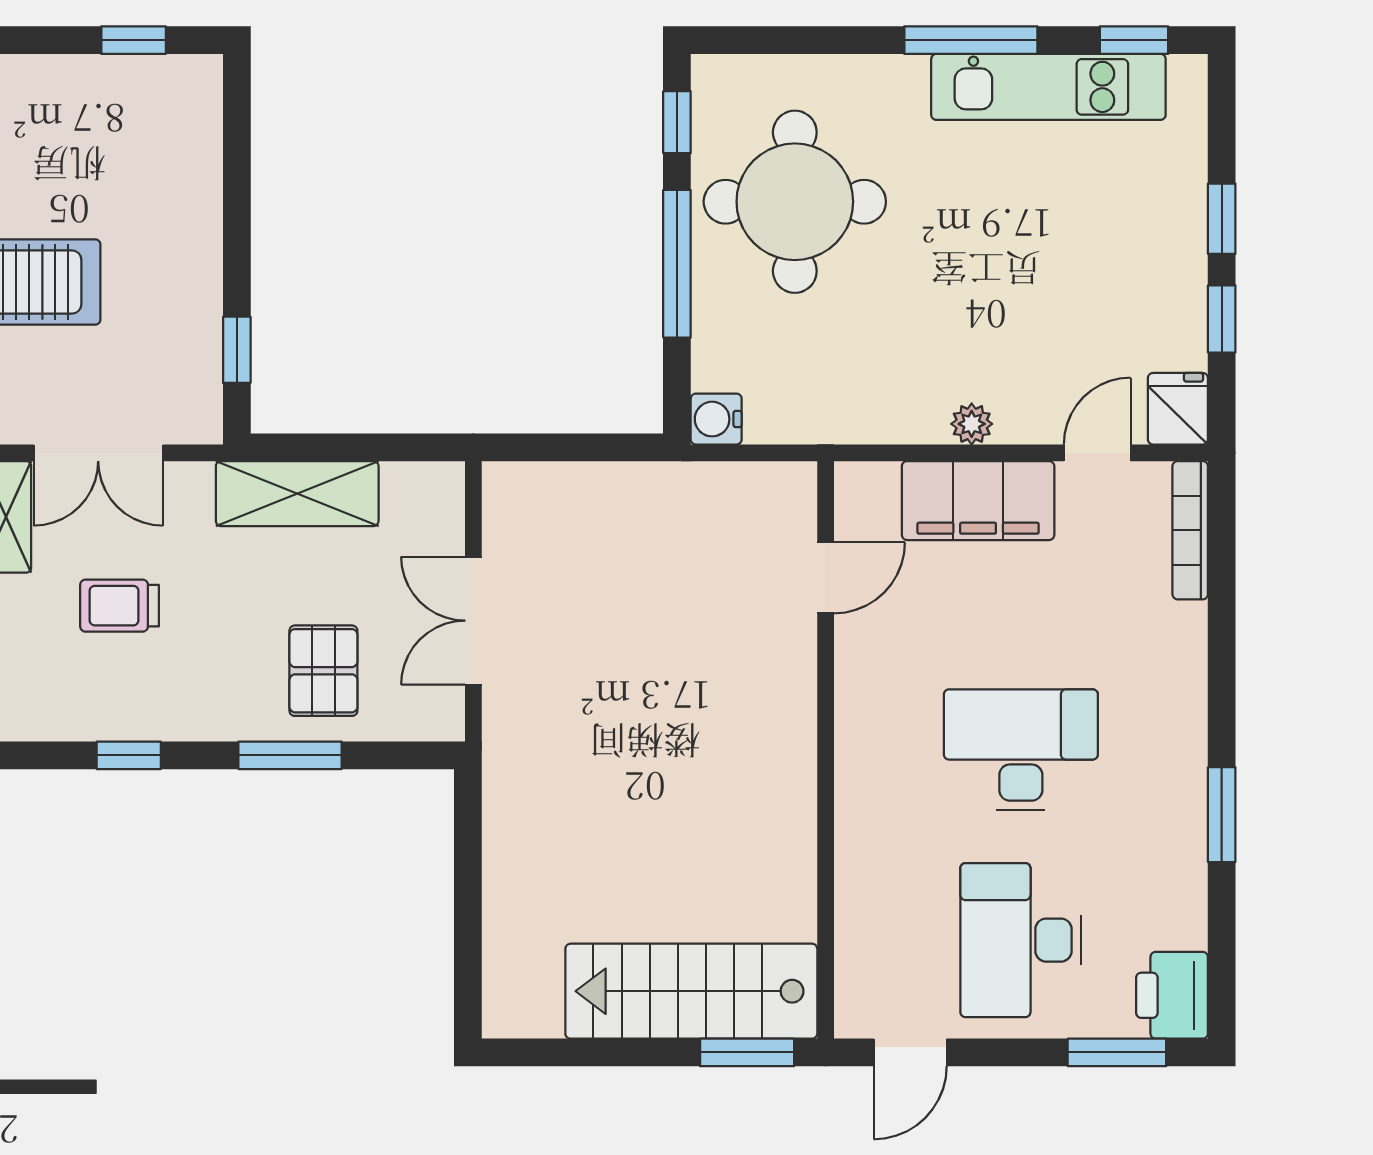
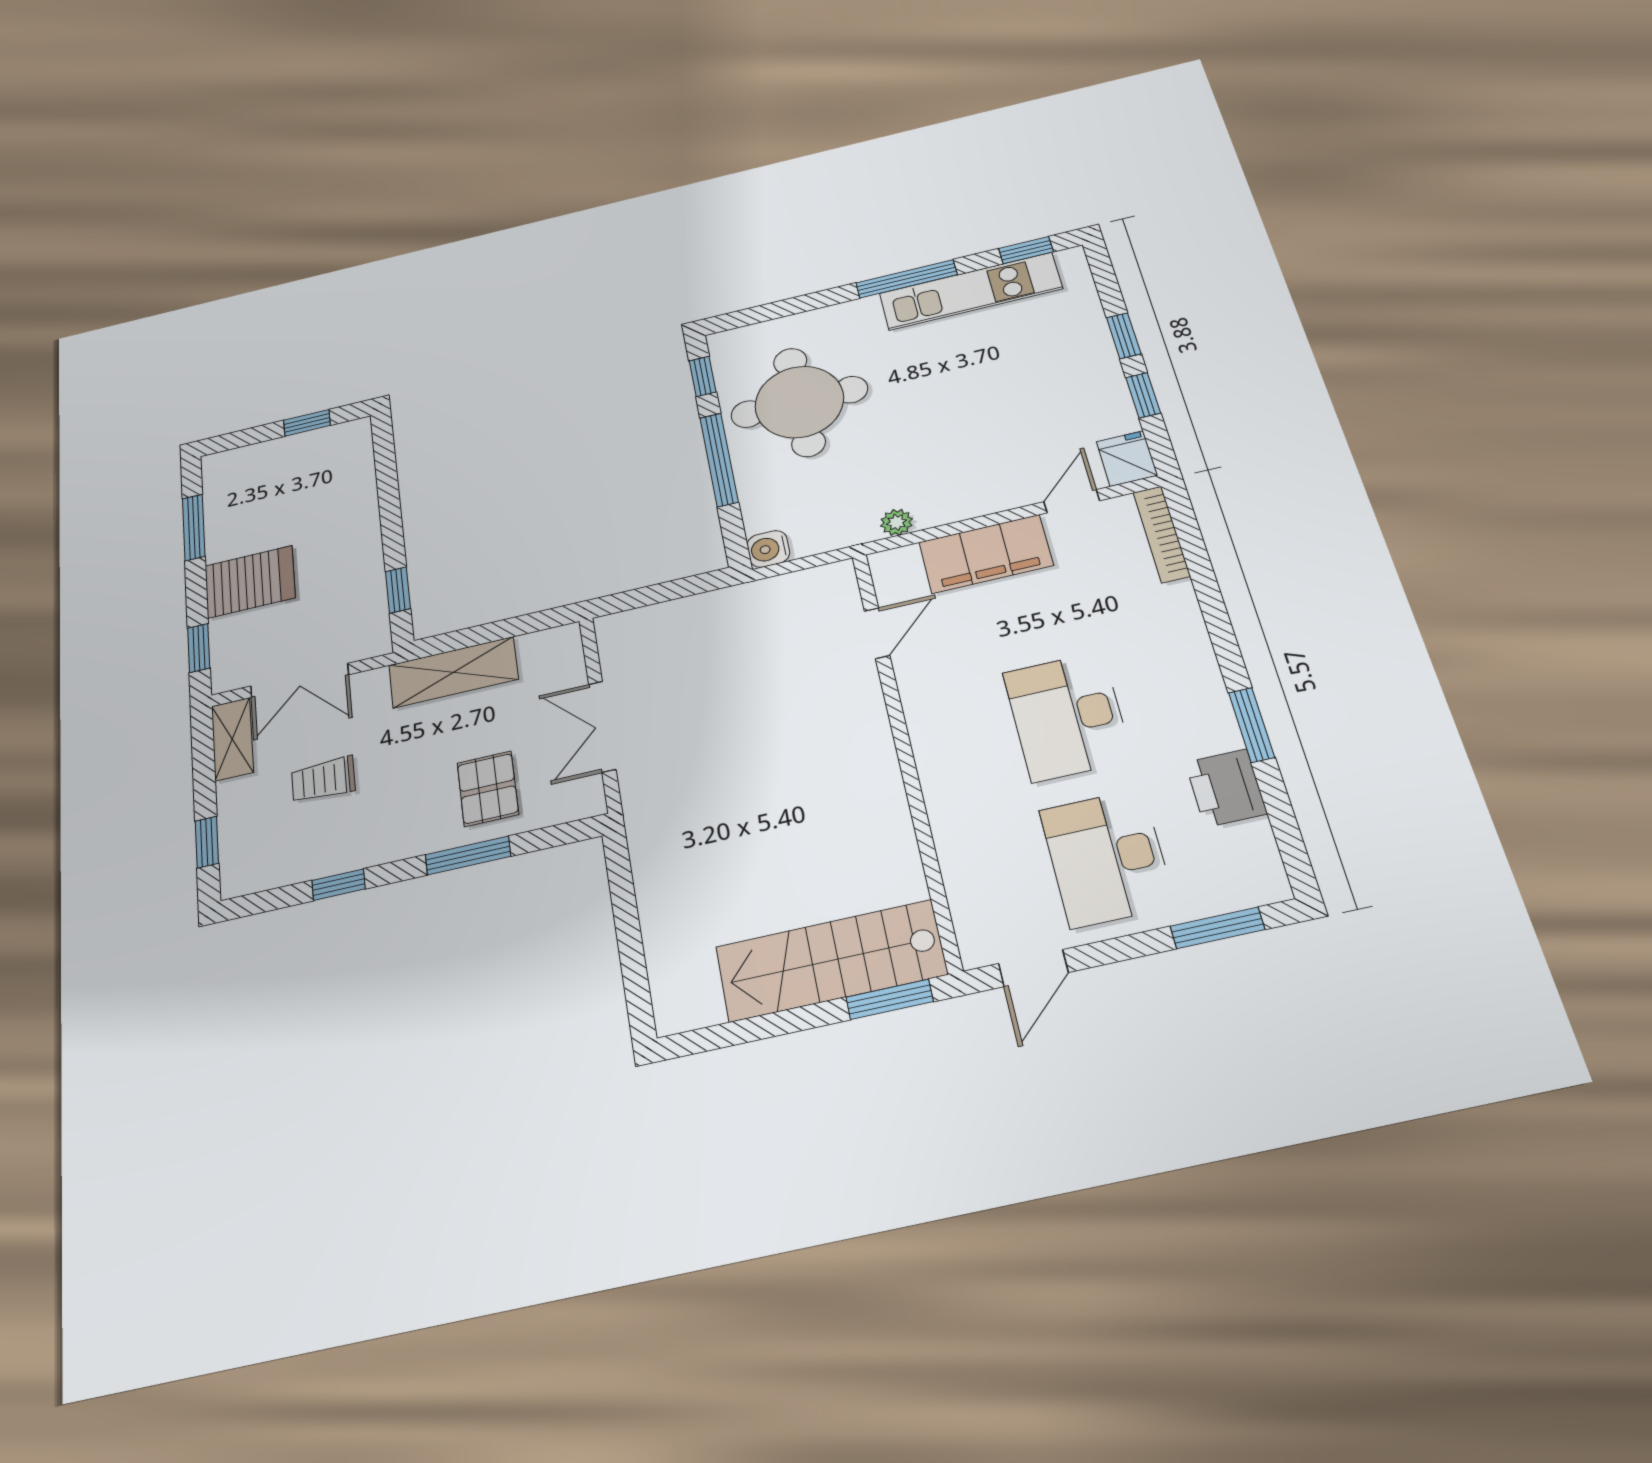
plant: (972, 424) -> (896, 522), moved
desk: (1021, 750) -> (1067, 716), turned -90
printer: (1172, 995) -> (1226, 788), moved

